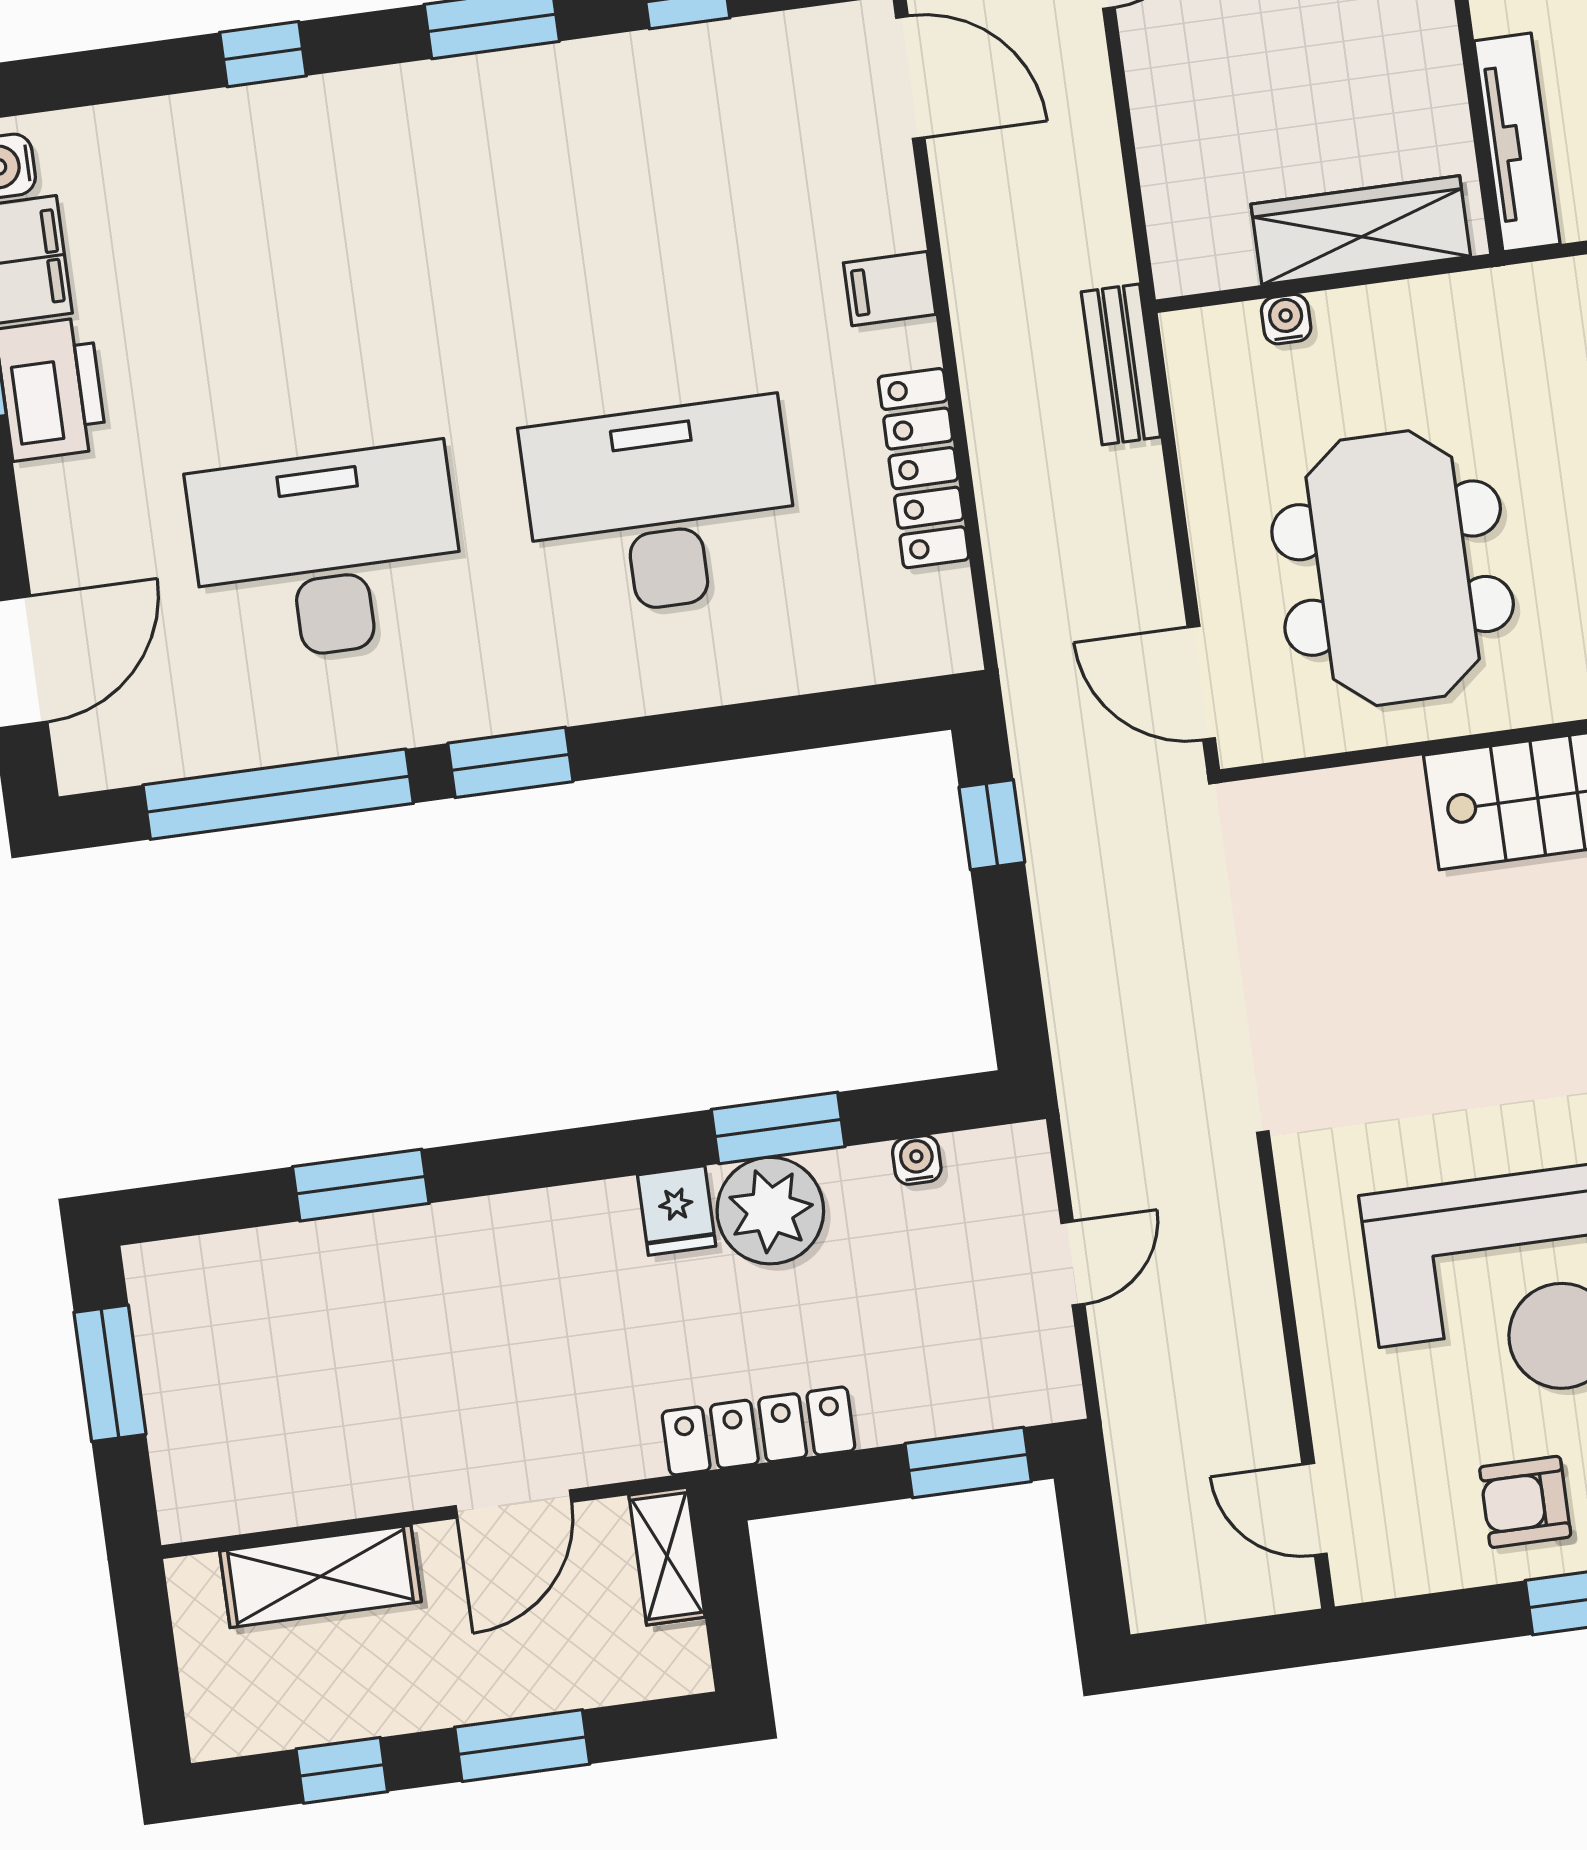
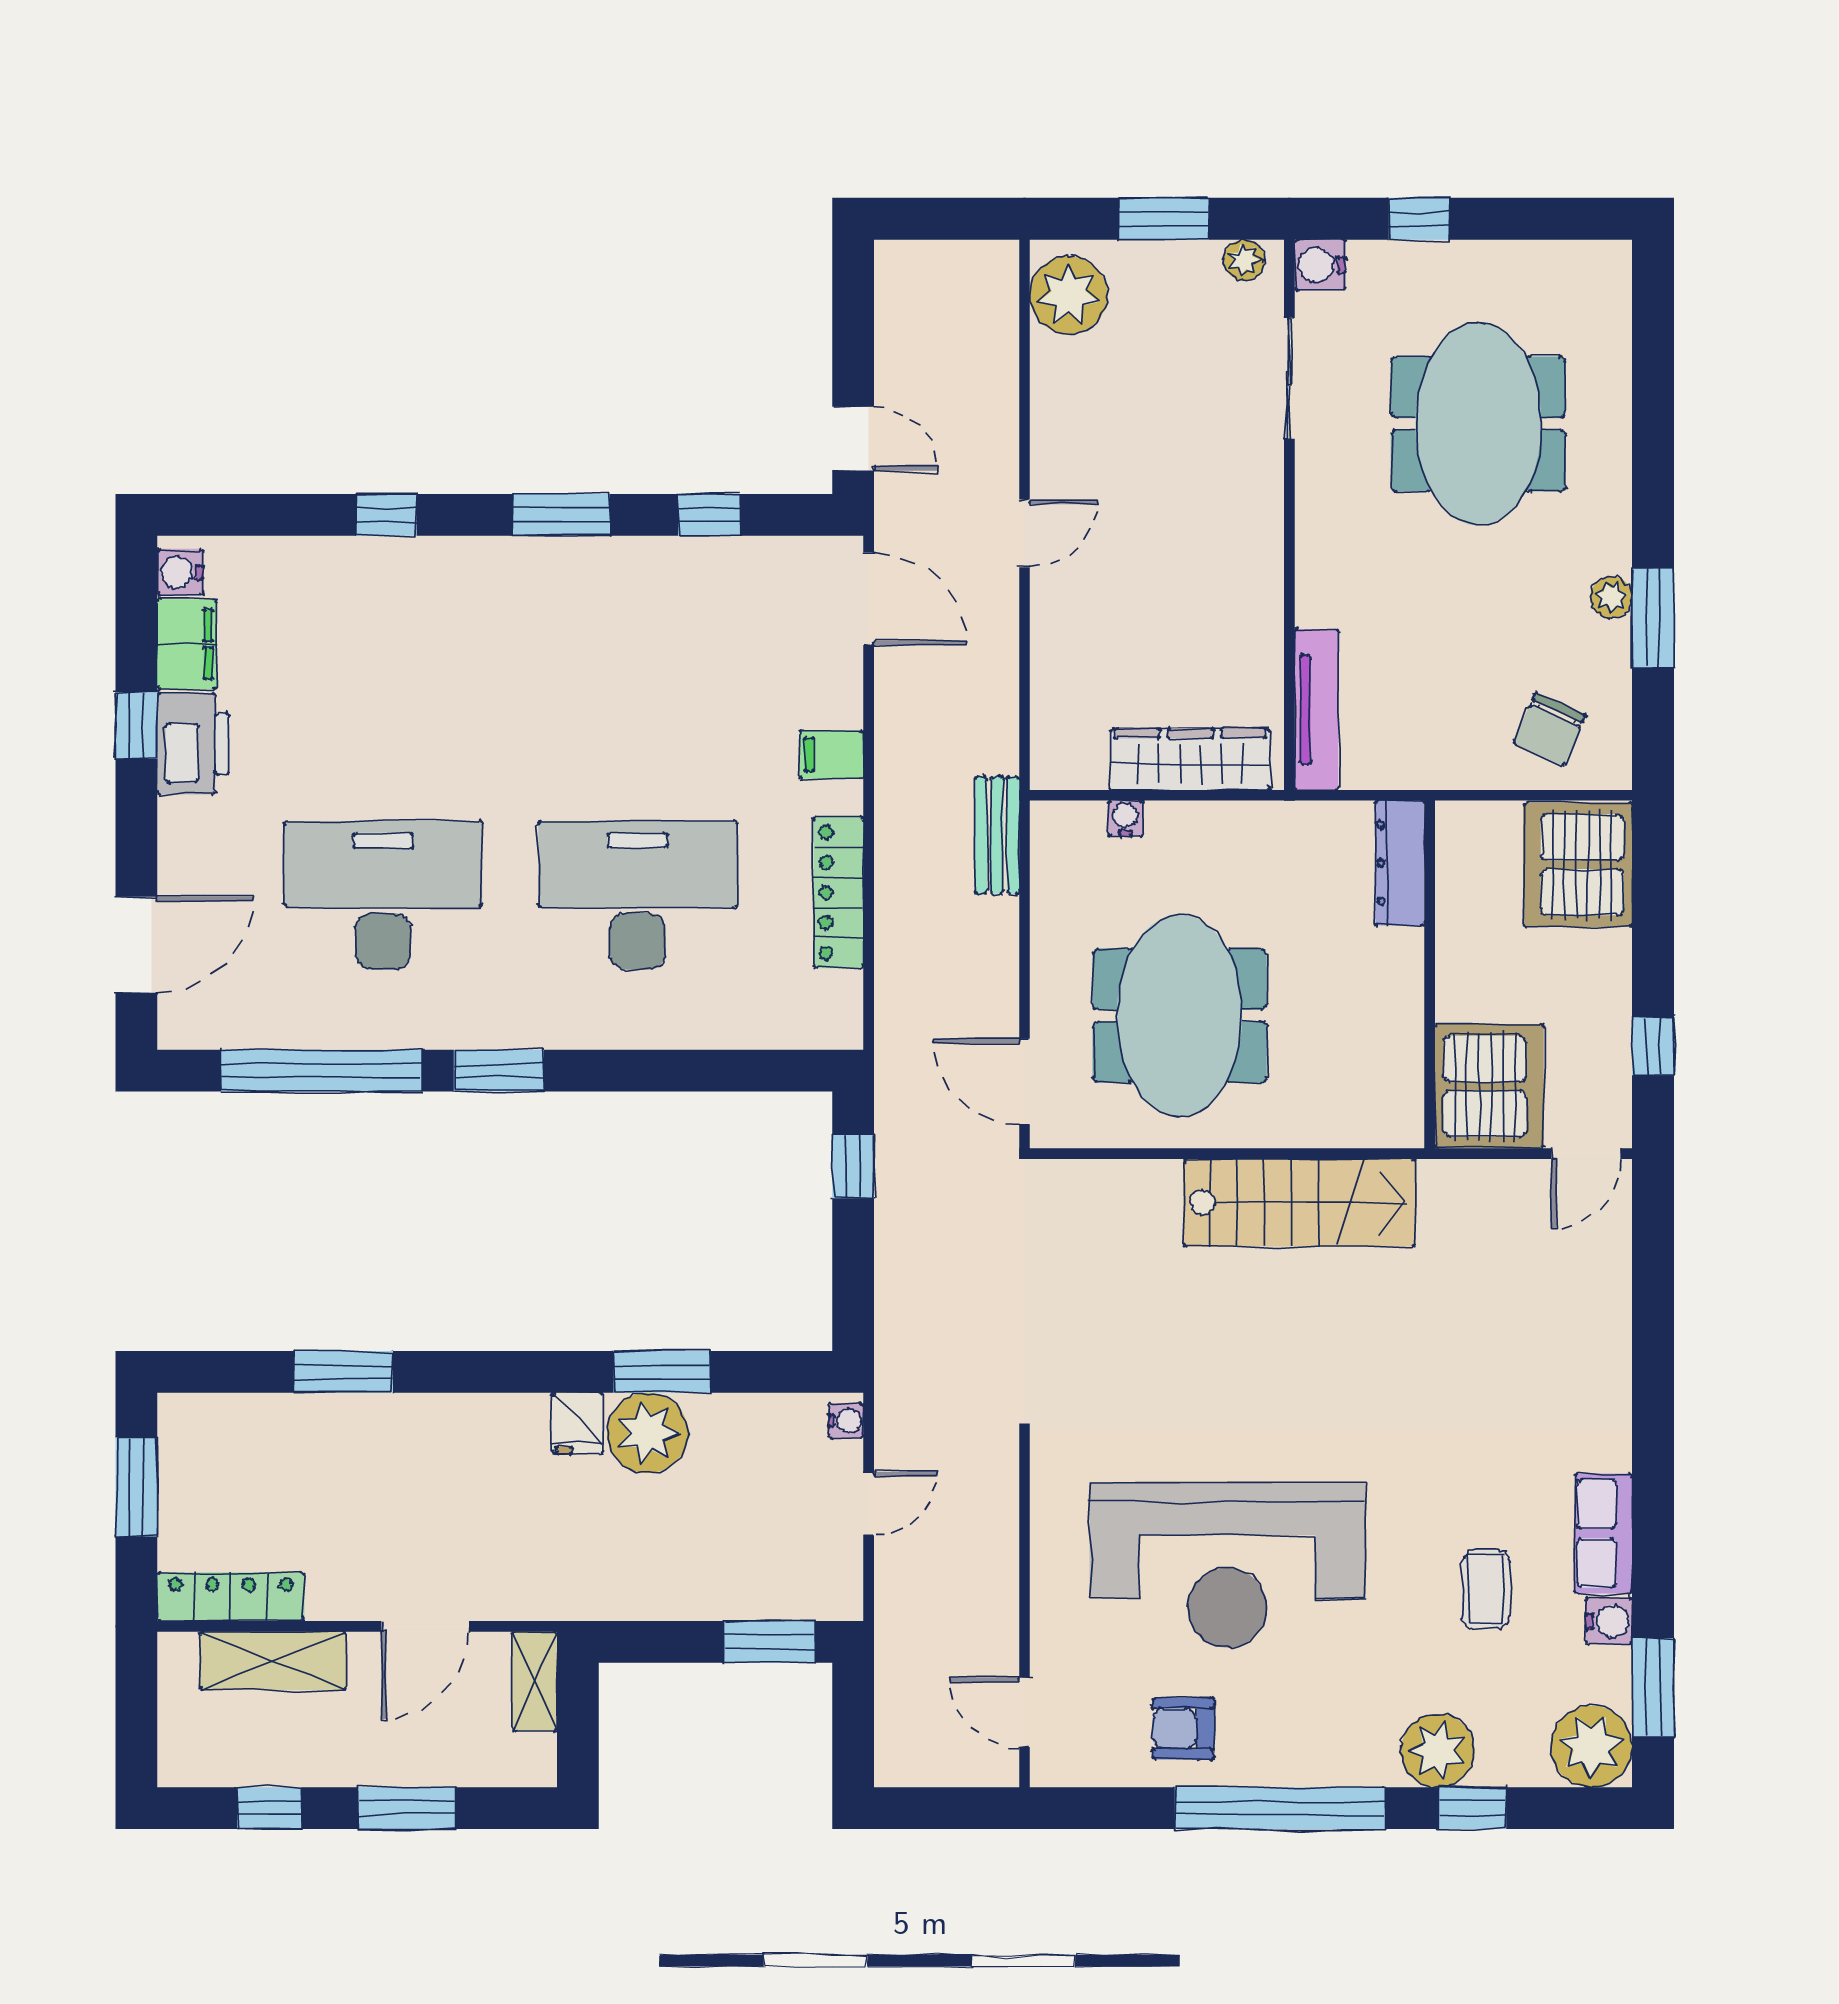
water cooler: (917, 1160) -> (846, 1421), moved, turned 90
locker: (759, 1431) -> (231, 1597), moved

